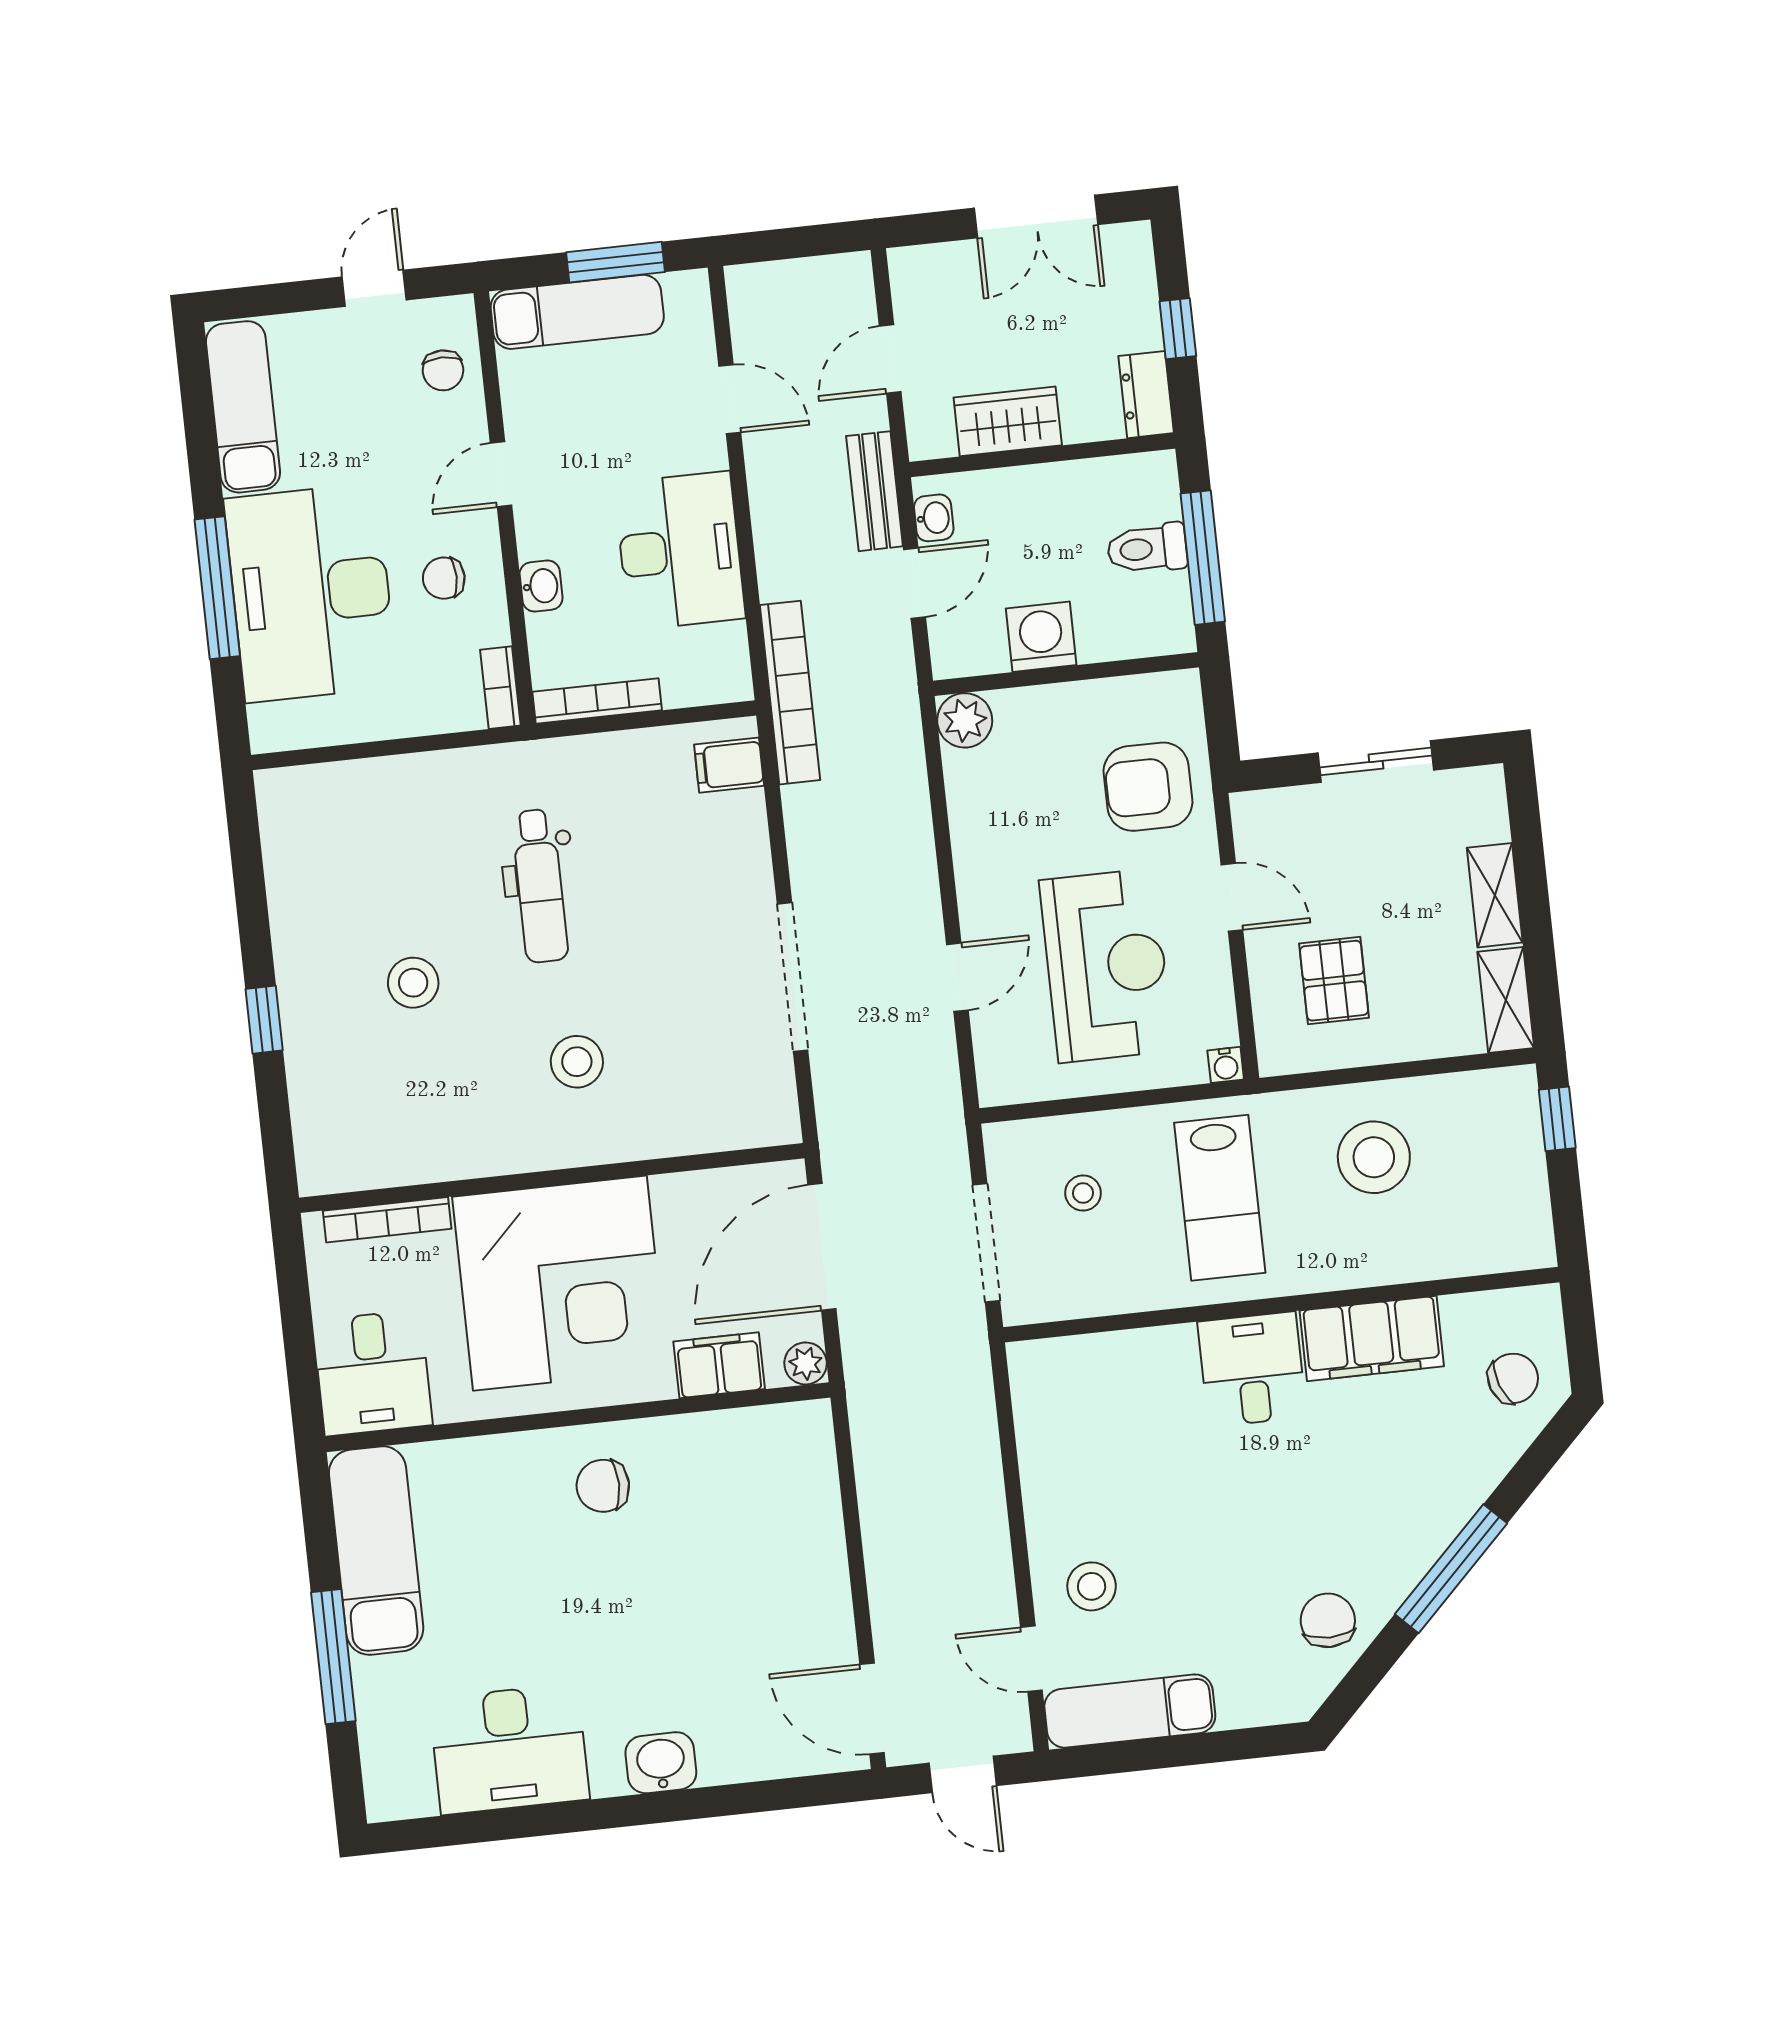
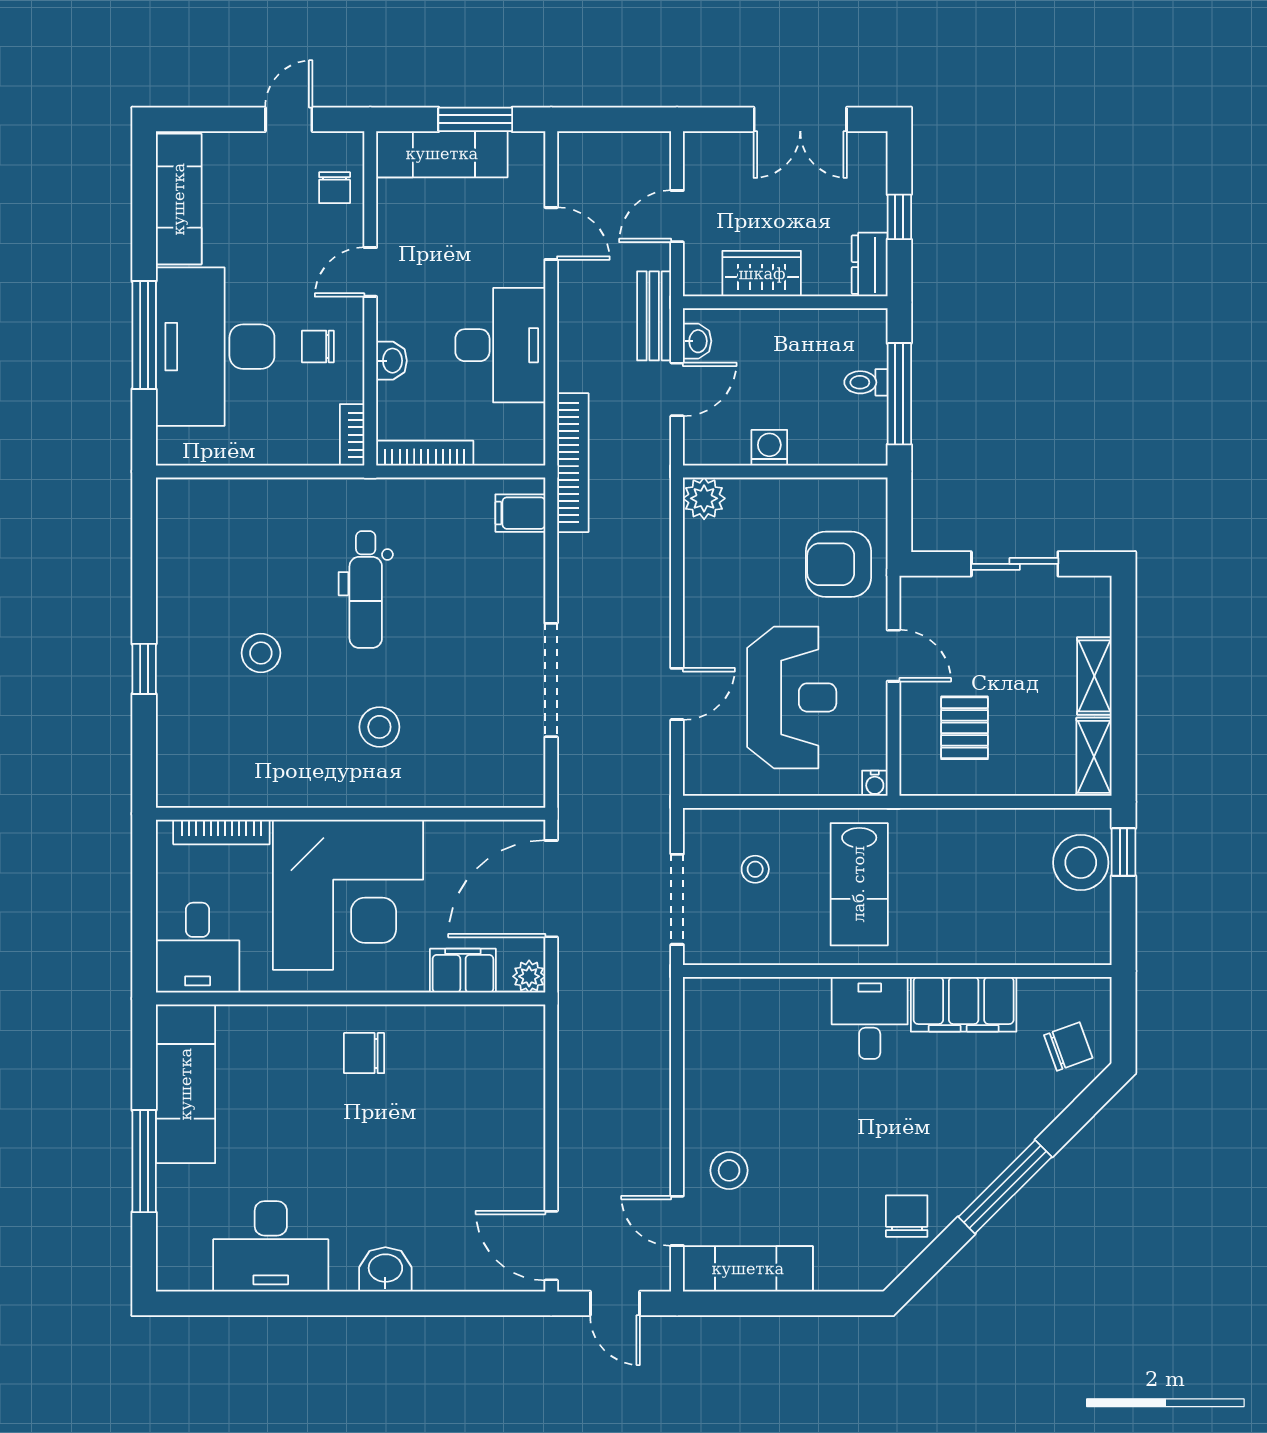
toilet: (1147, 549) -> (866, 382), width x0.73, depth x0.72
washing machine: (1041, 637) -> (769, 448), width x0.73, depth x0.73
stool: (1374, 1157) -> (1081, 863), moved

